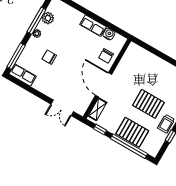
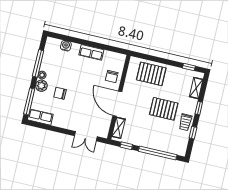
plant: (48, 18) -> (41, 86), moved
water cooler: (109, 34) -> (66, 46), moved
pallet: (132, 132) -> (151, 74), moved

